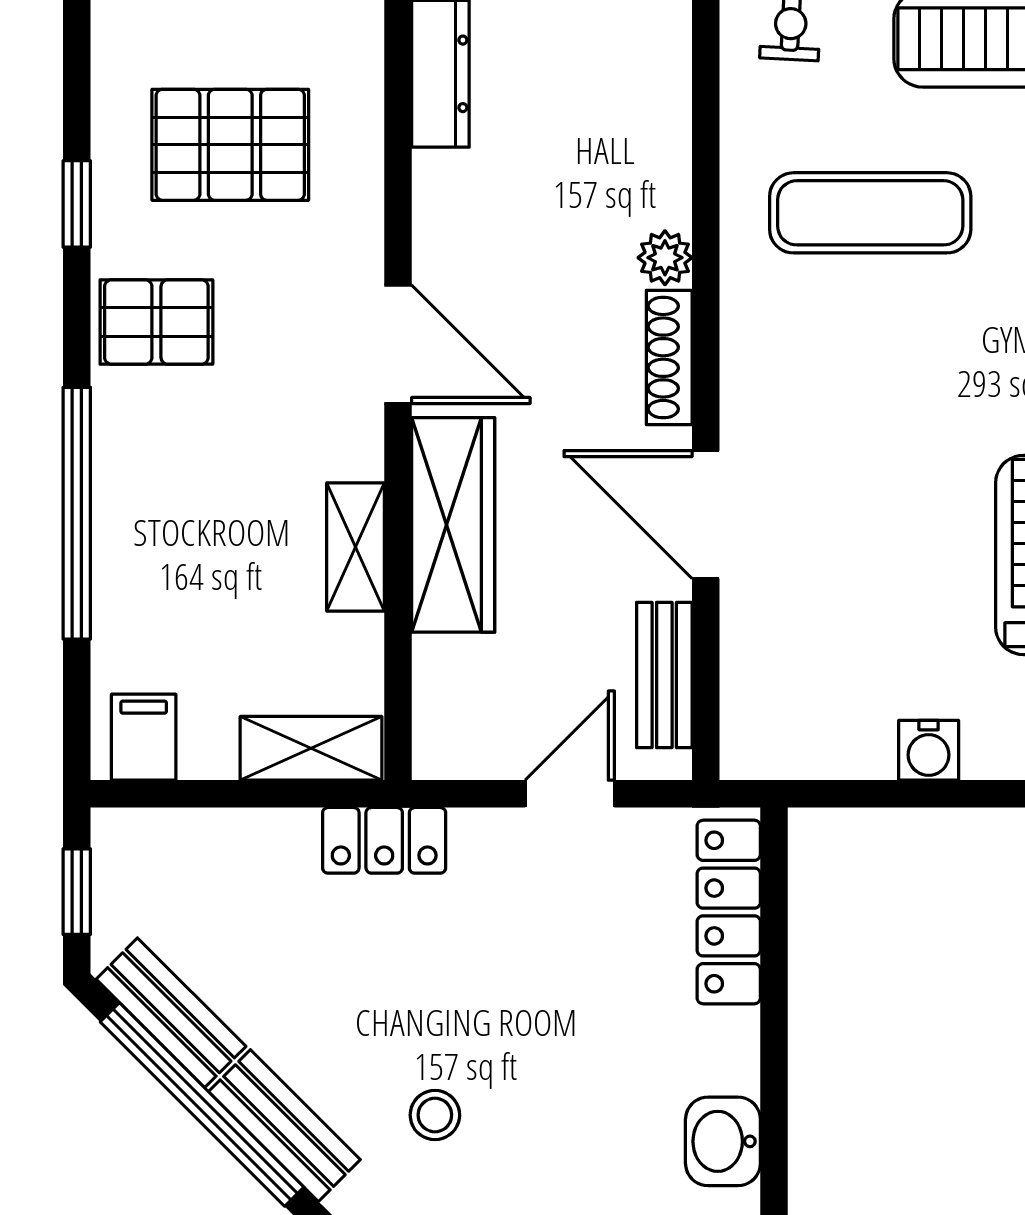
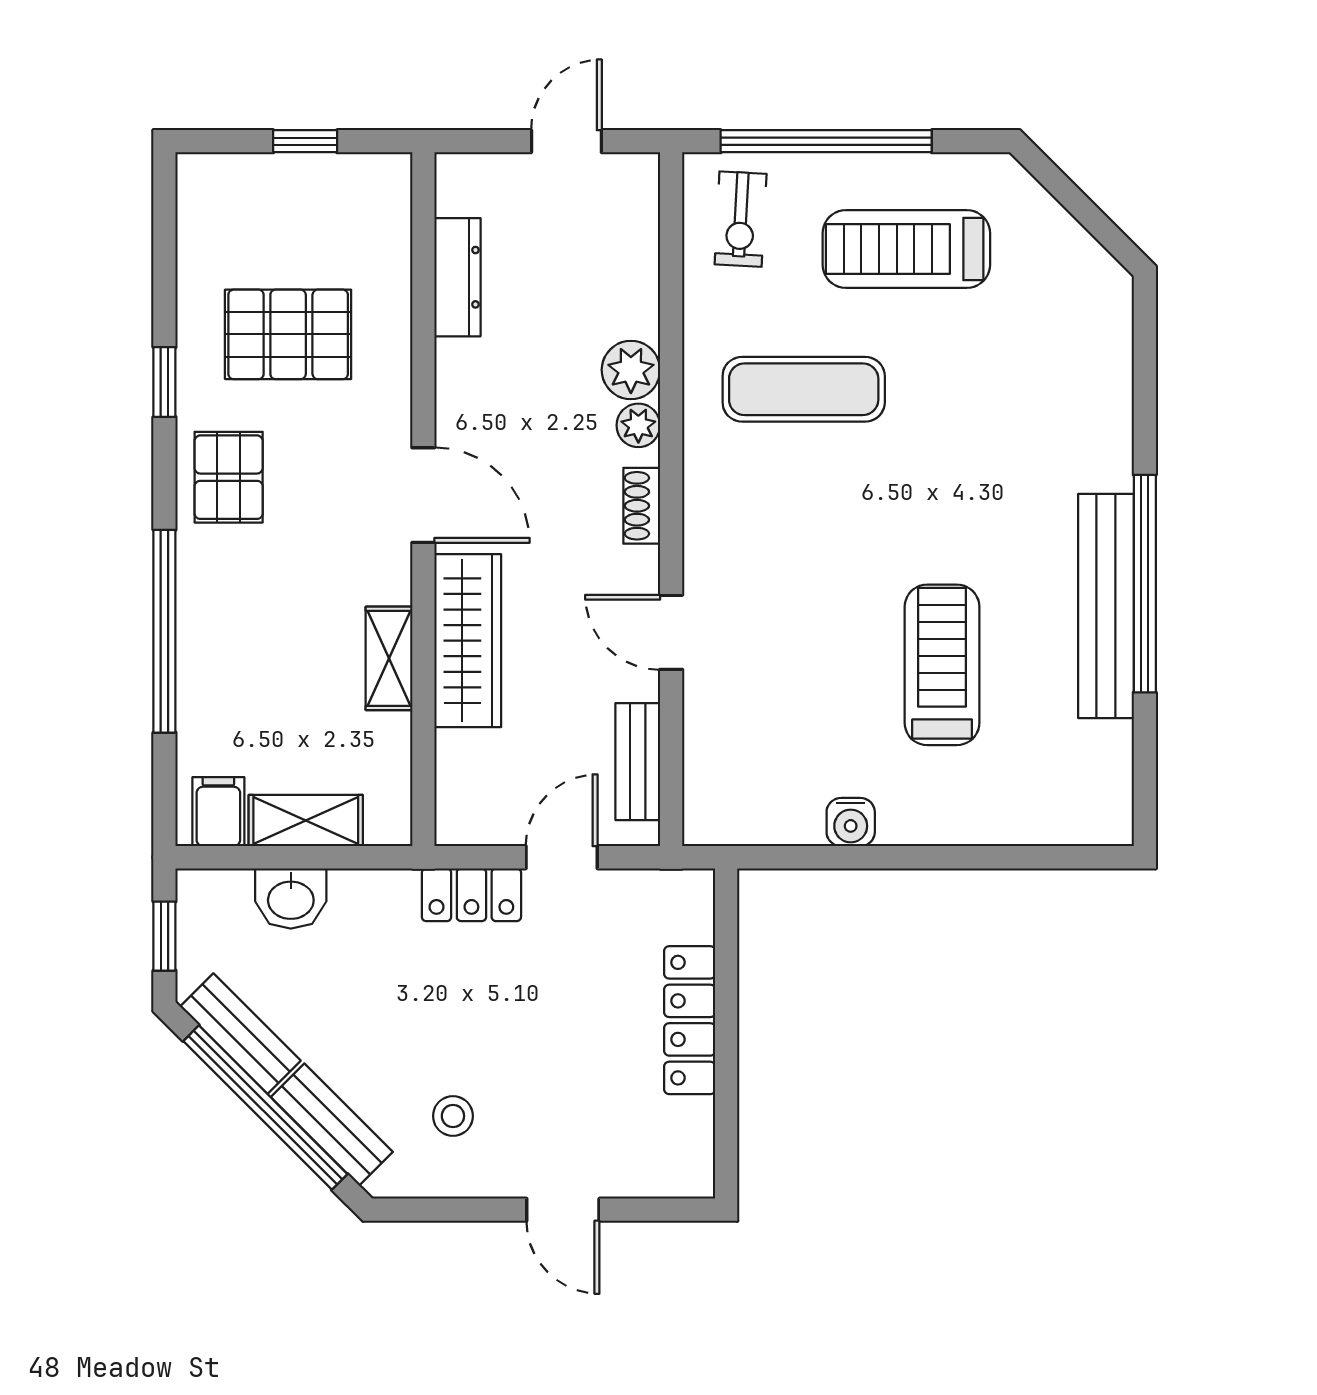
plant: (656, 189) -> (631, 370), added
pallet: (156, 322) -> (229, 477), turned 90
shoe rack: (669, 357) -> (642, 506), width x0.70
door: (706, 515) -> (671, 632), width x0.73
shelving: (311, 748) -> (306, 821), moved
locker: (384, 840) -> (471, 895), moved
locker: (729, 912) -> (690, 1020), moved
washbasin: (723, 1141) -> (291, 898), moved, turned -90

